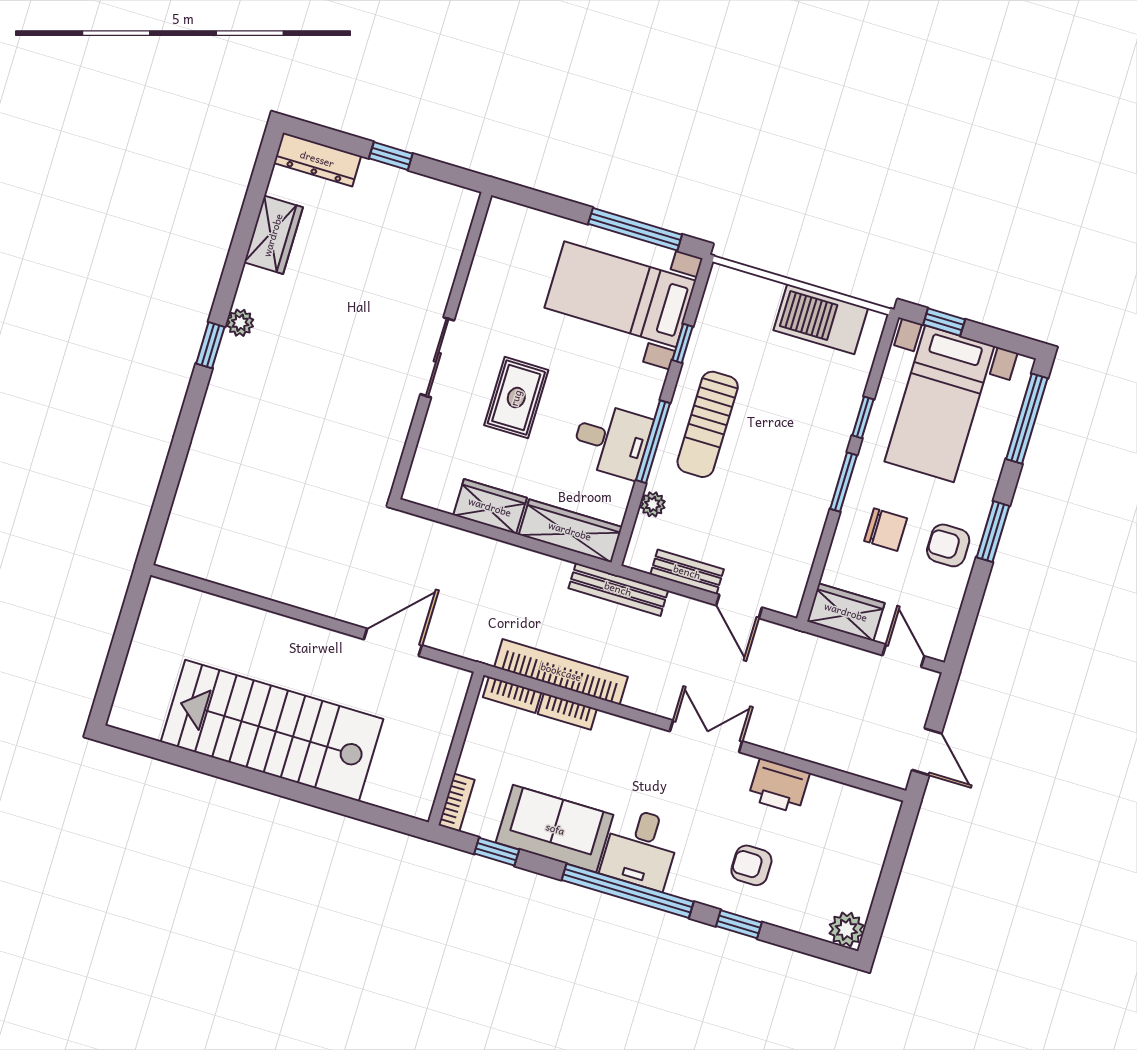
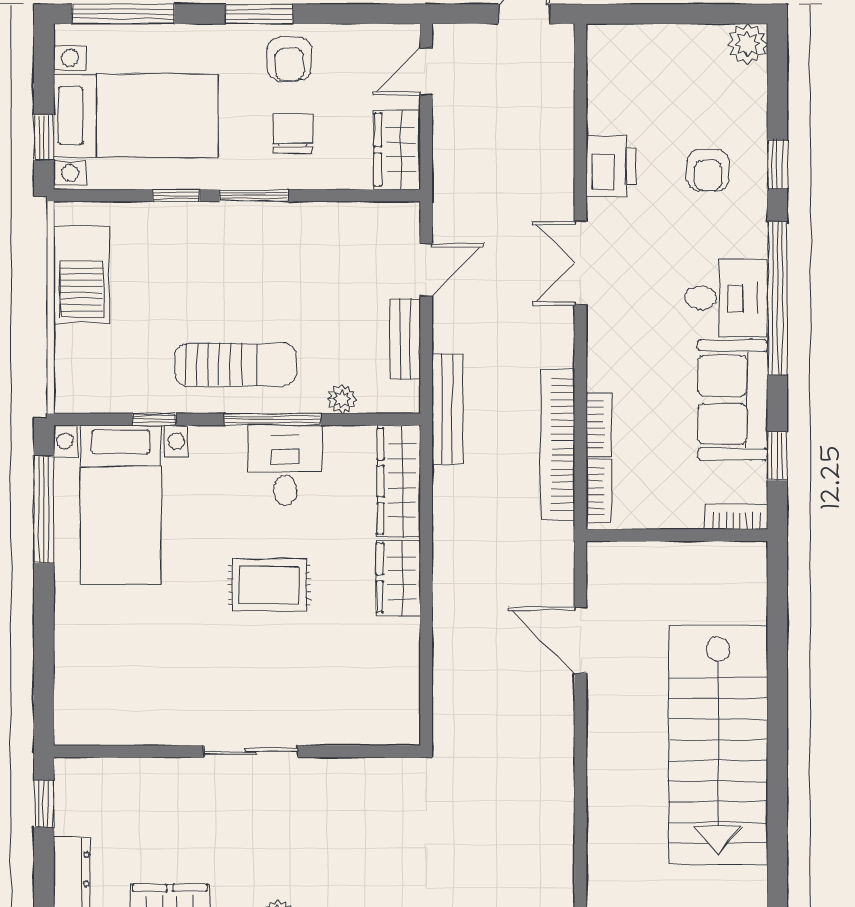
wall: (441, 346) -> (237, 751), moved
sliding door: (437, 357) -> (251, 751), moved

